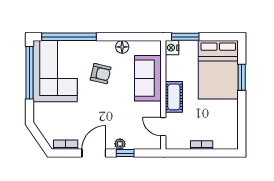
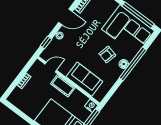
window: (69, 37) -> (133, 64), moved
floor lamp: (122, 47) -> (124, 64), moved
door: (94, 153) -> (66, 17), hinge flipped
window: (125, 153) -> (46, 42), moved

